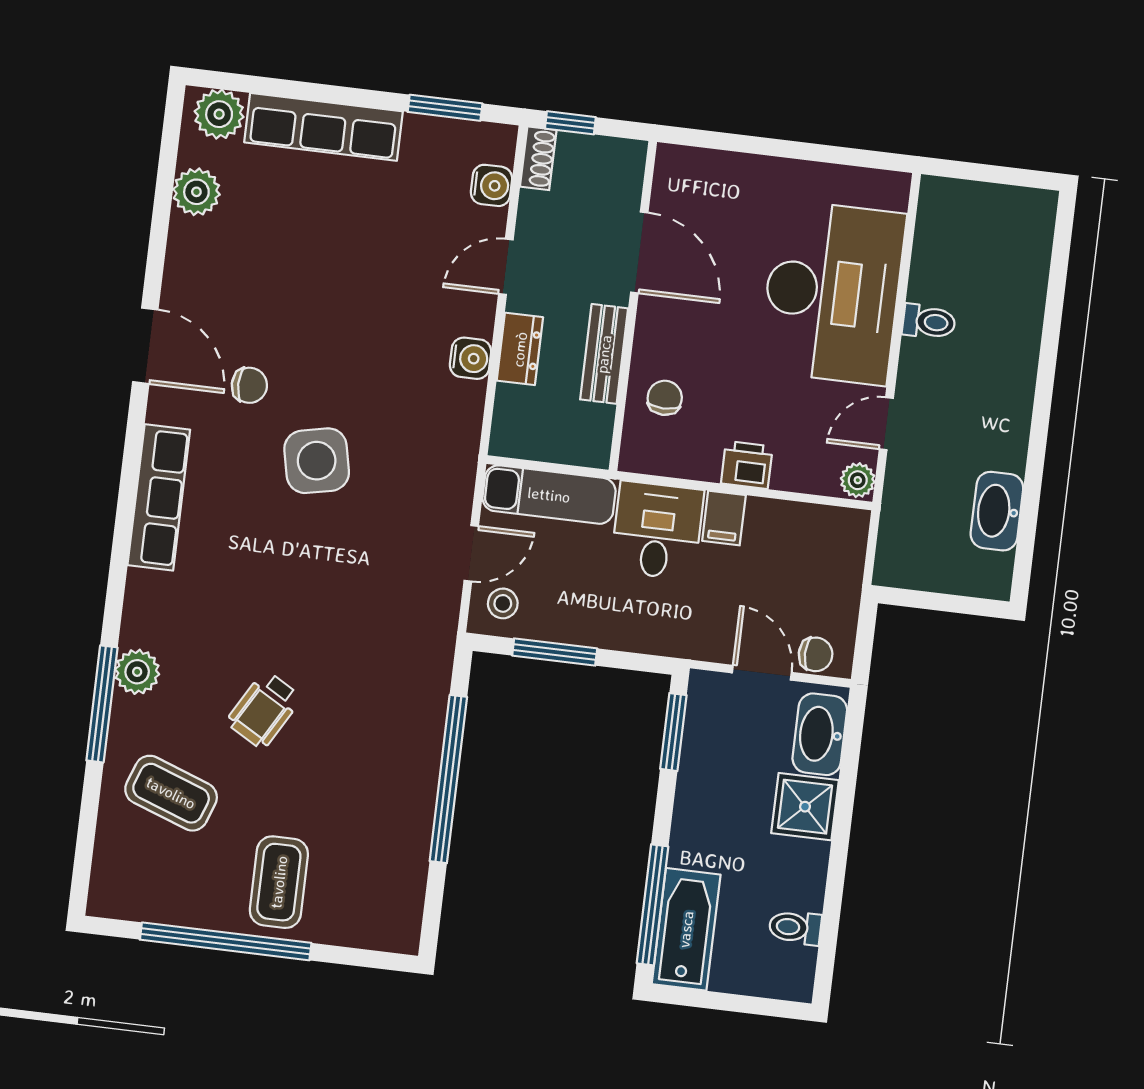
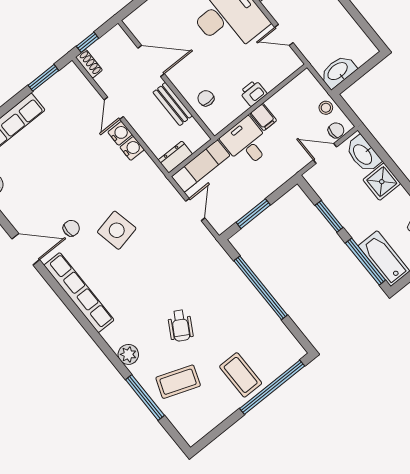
water cooler: (491, 185) -> (120, 133), moved
dresser: (520, 349) -> (175, 157), moved, turned -90
door: (886, 424) -> (284, 35), hinge flipped
plant: (858, 480) -> (293, 62), removed
row of seats: (159, 497) -> (79, 293), width x1.36
washbasin: (997, 511) -> (338, 72), moved, turned 90
stool: (503, 603) -> (326, 108), moved
window: (102, 704) -> (145, 397), moved
window: (673, 732) -> (329, 216), moved
window: (226, 941) -> (272, 387), moved

